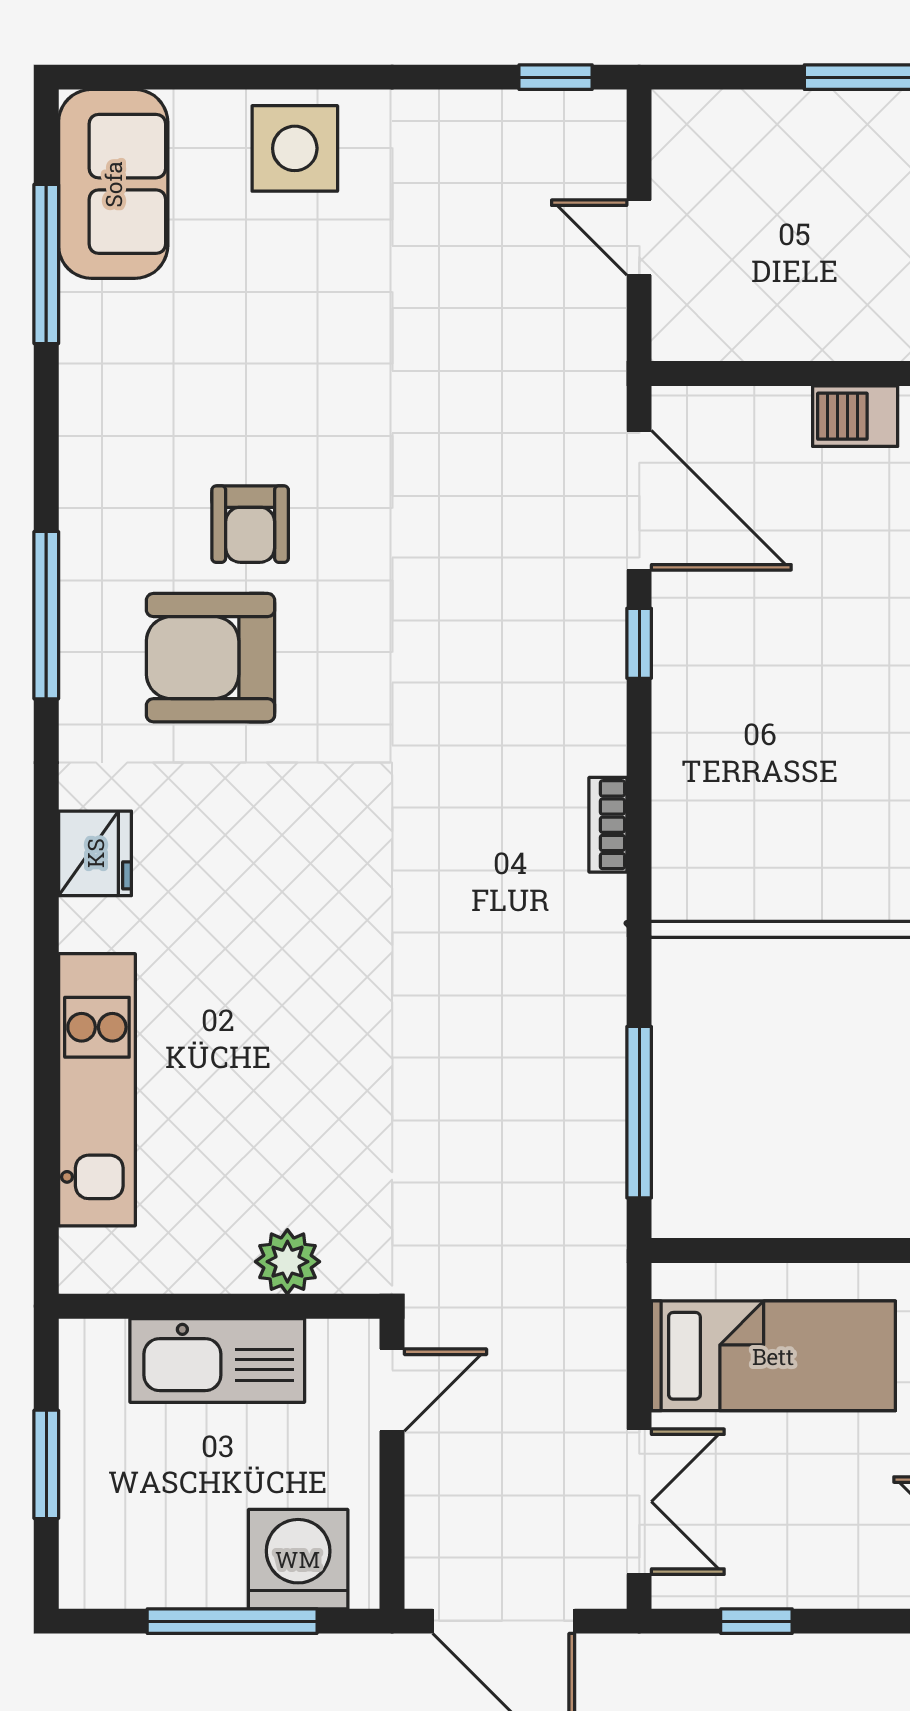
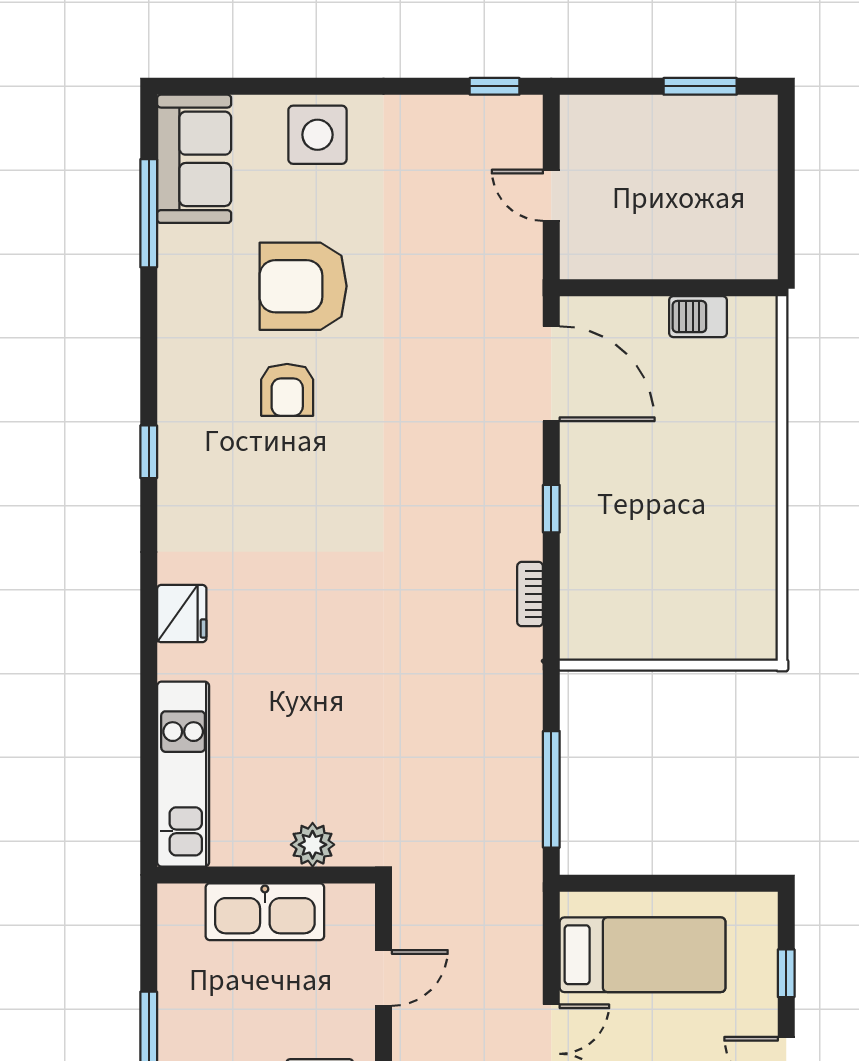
window: (46, 615) -> (149, 452), width x0.46
window: (639, 643) -> (551, 509), moved
armchair: (211, 658) -> (303, 286), moved
plant: (287, 1262) -> (313, 845), moved
wall: (219, 1306) -> (266, 875), moved
kitchen sink: (217, 1360) -> (265, 912), moved

